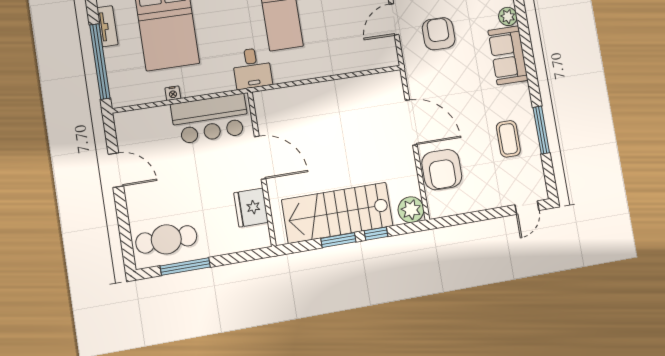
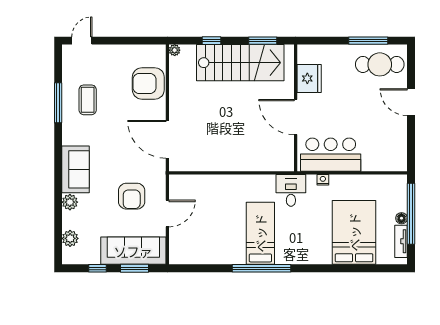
floor lamp: (111, 54) -> (401, 218), added
nightstand: (173, 93) -> (323, 180), moved
door: (411, 122) -> (167, 139), moved
door: (116, 170) -> (411, 102), moved
armchair: (442, 170) -> (148, 83), turned -90
plant: (411, 210) -> (175, 50), width x0.53, depth x0.53
window: (338, 240) -> (263, 41), moved

